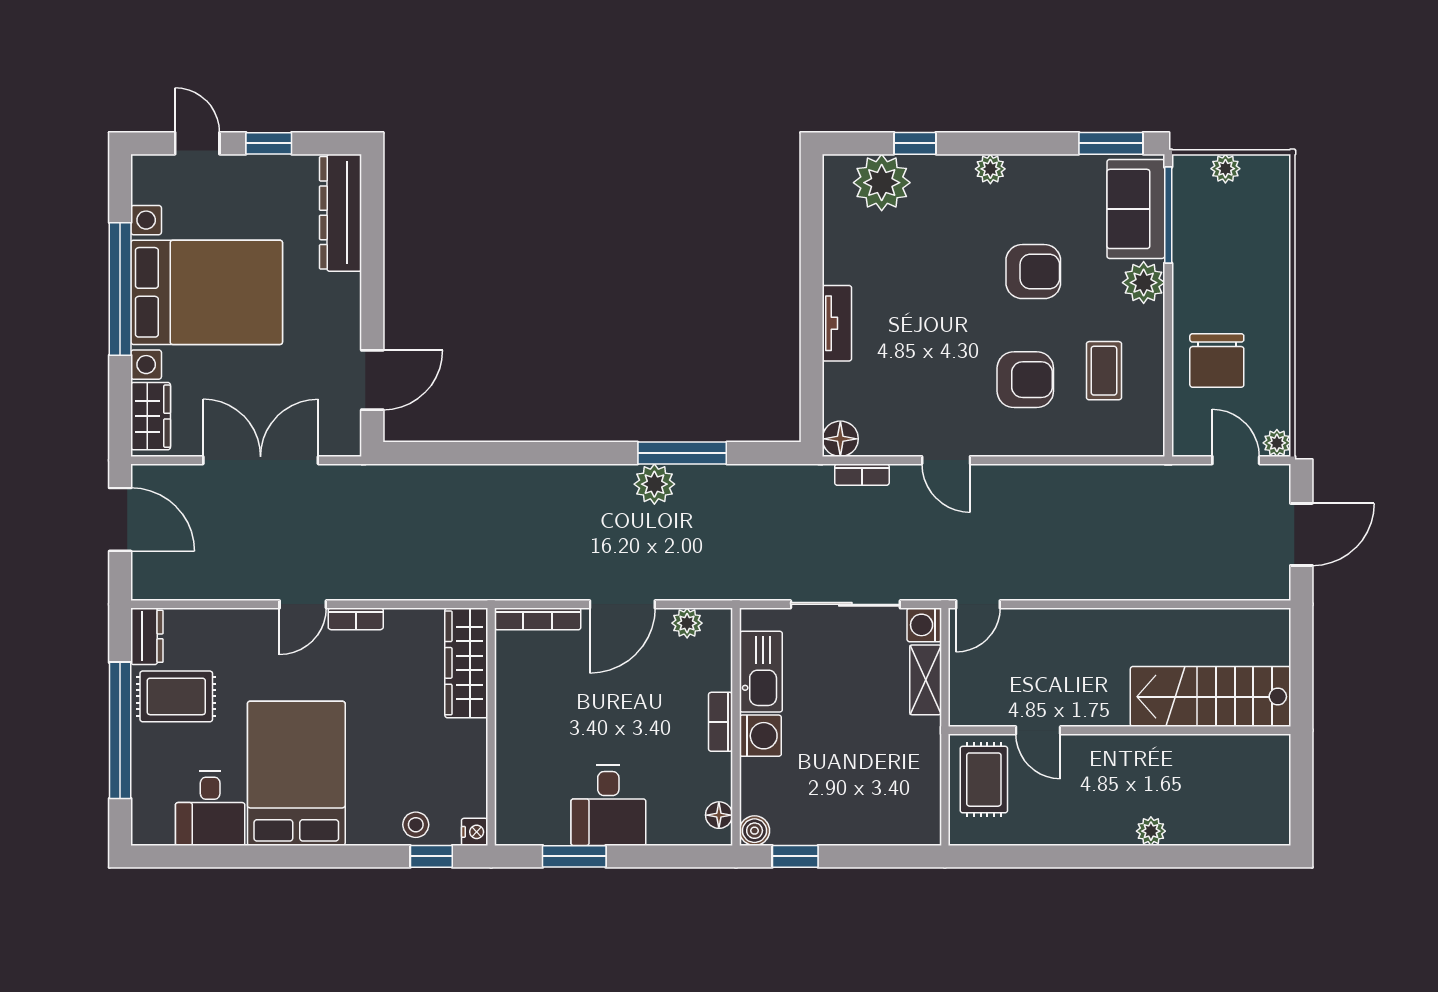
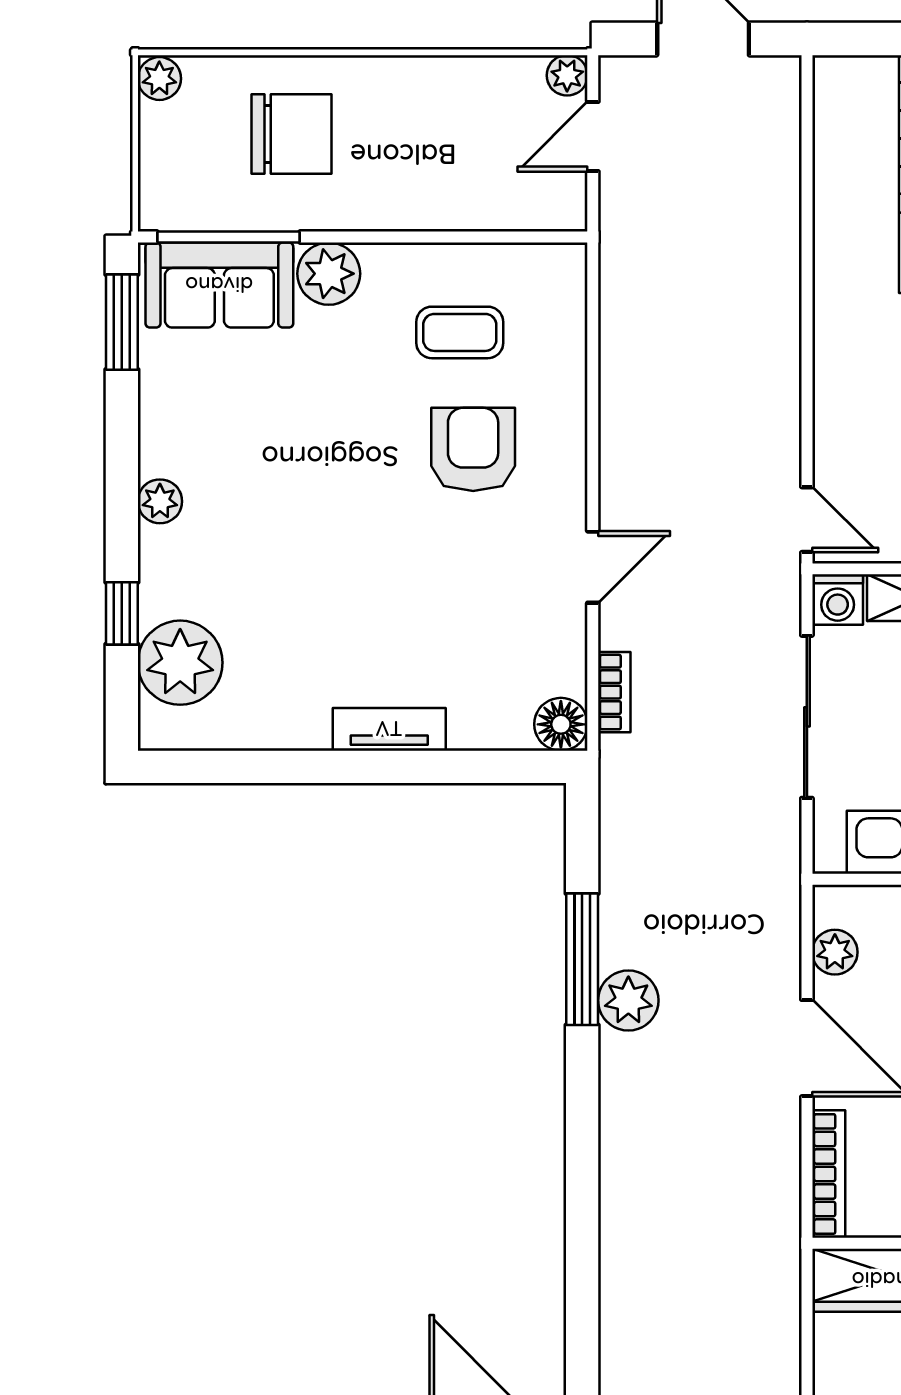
plant: (1225, 169) -> (159, 79), moved
armchair: (1033, 272) -> (312, 438), removed
chair: (1217, 360) -> (292, 134), moved

